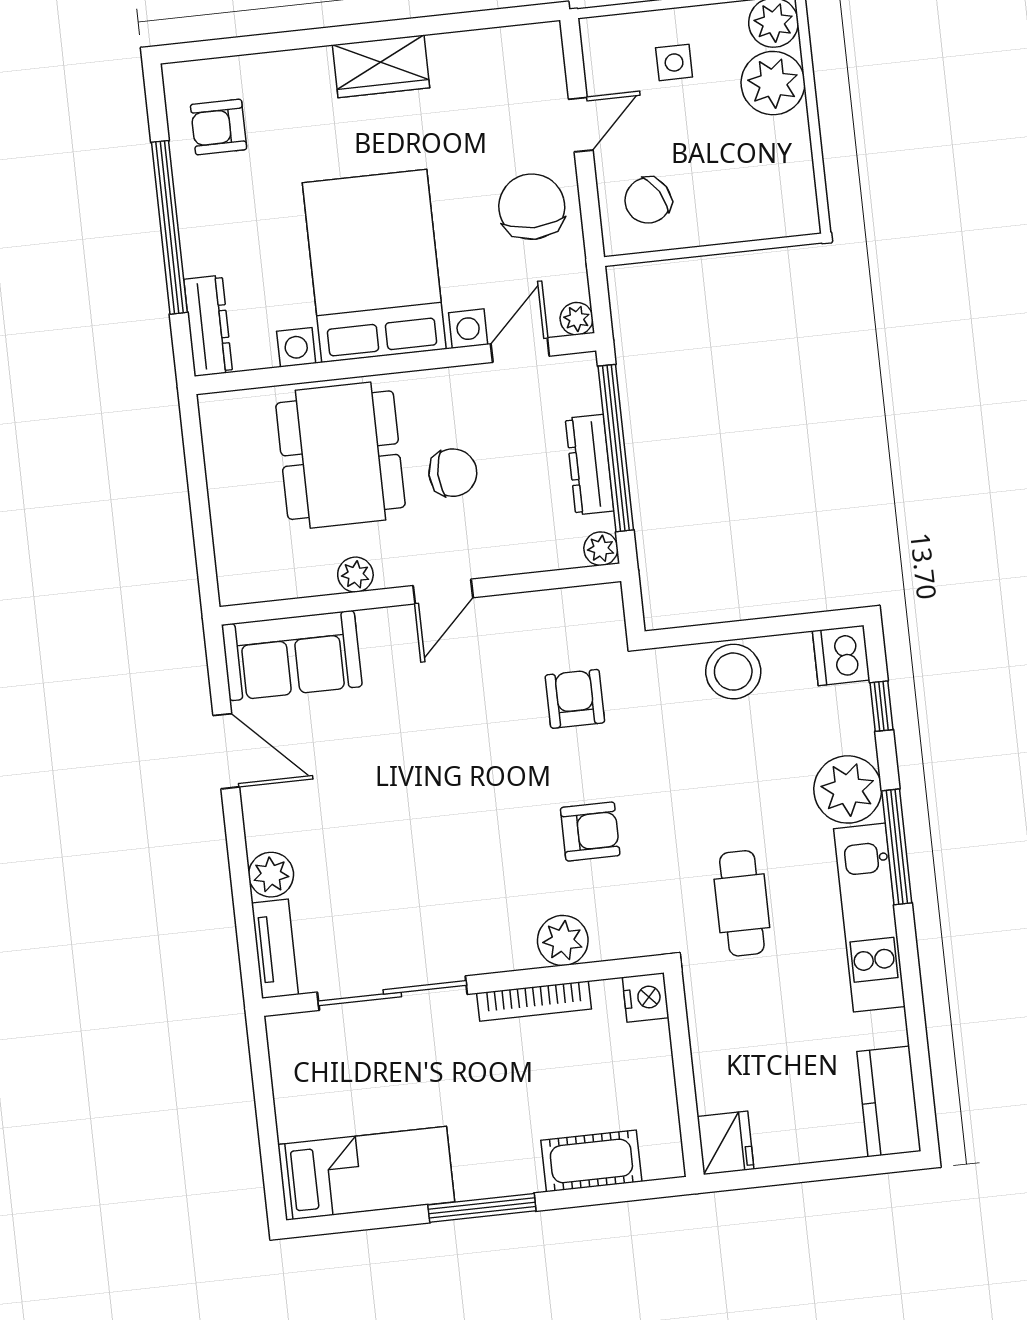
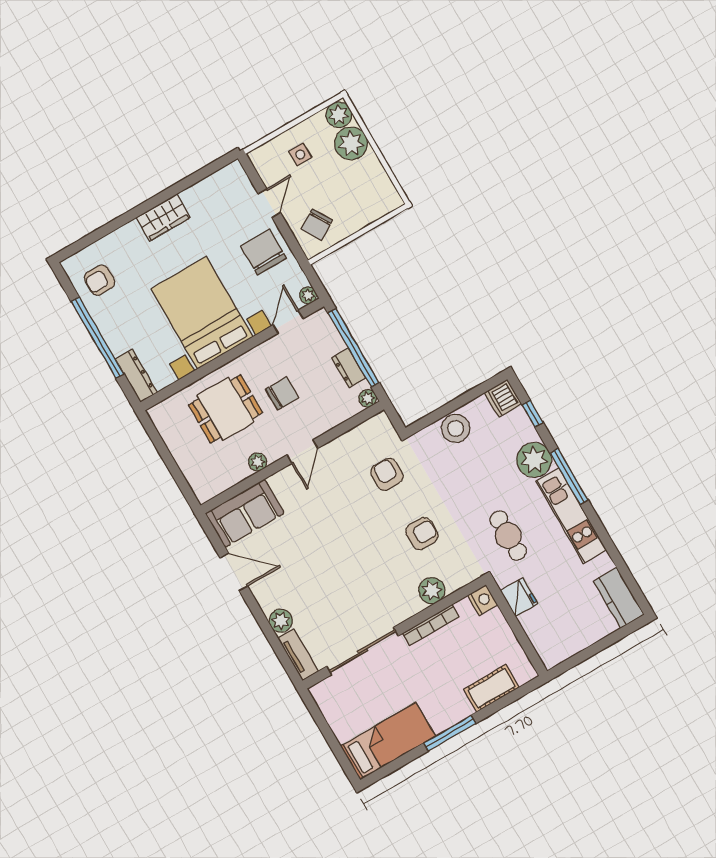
dining table: (340, 455) -> (226, 409), width x0.73
dresser: (590, 465) -> (349, 368), width x0.70
fridge: (726, 1143) -> (519, 597), moved

